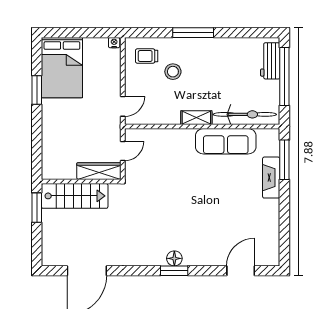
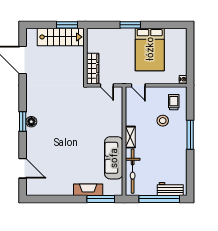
bed: (62, 68) -> (150, 49), moved, turned -90
window: (37, 90) -> (130, 25), moved
stairs: (75, 196) -> (61, 37), moved, turned -90

